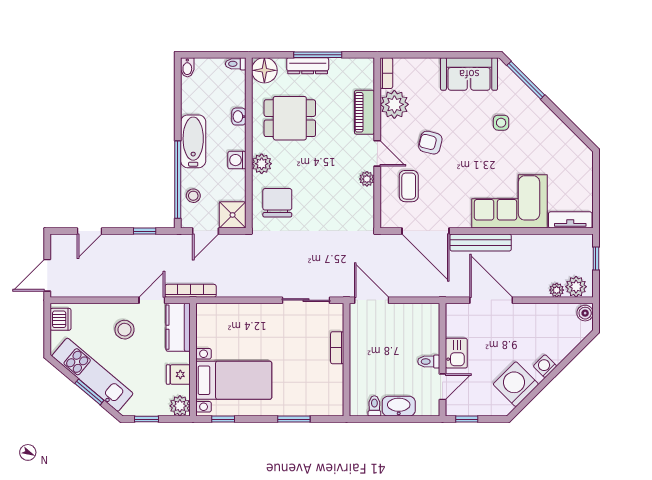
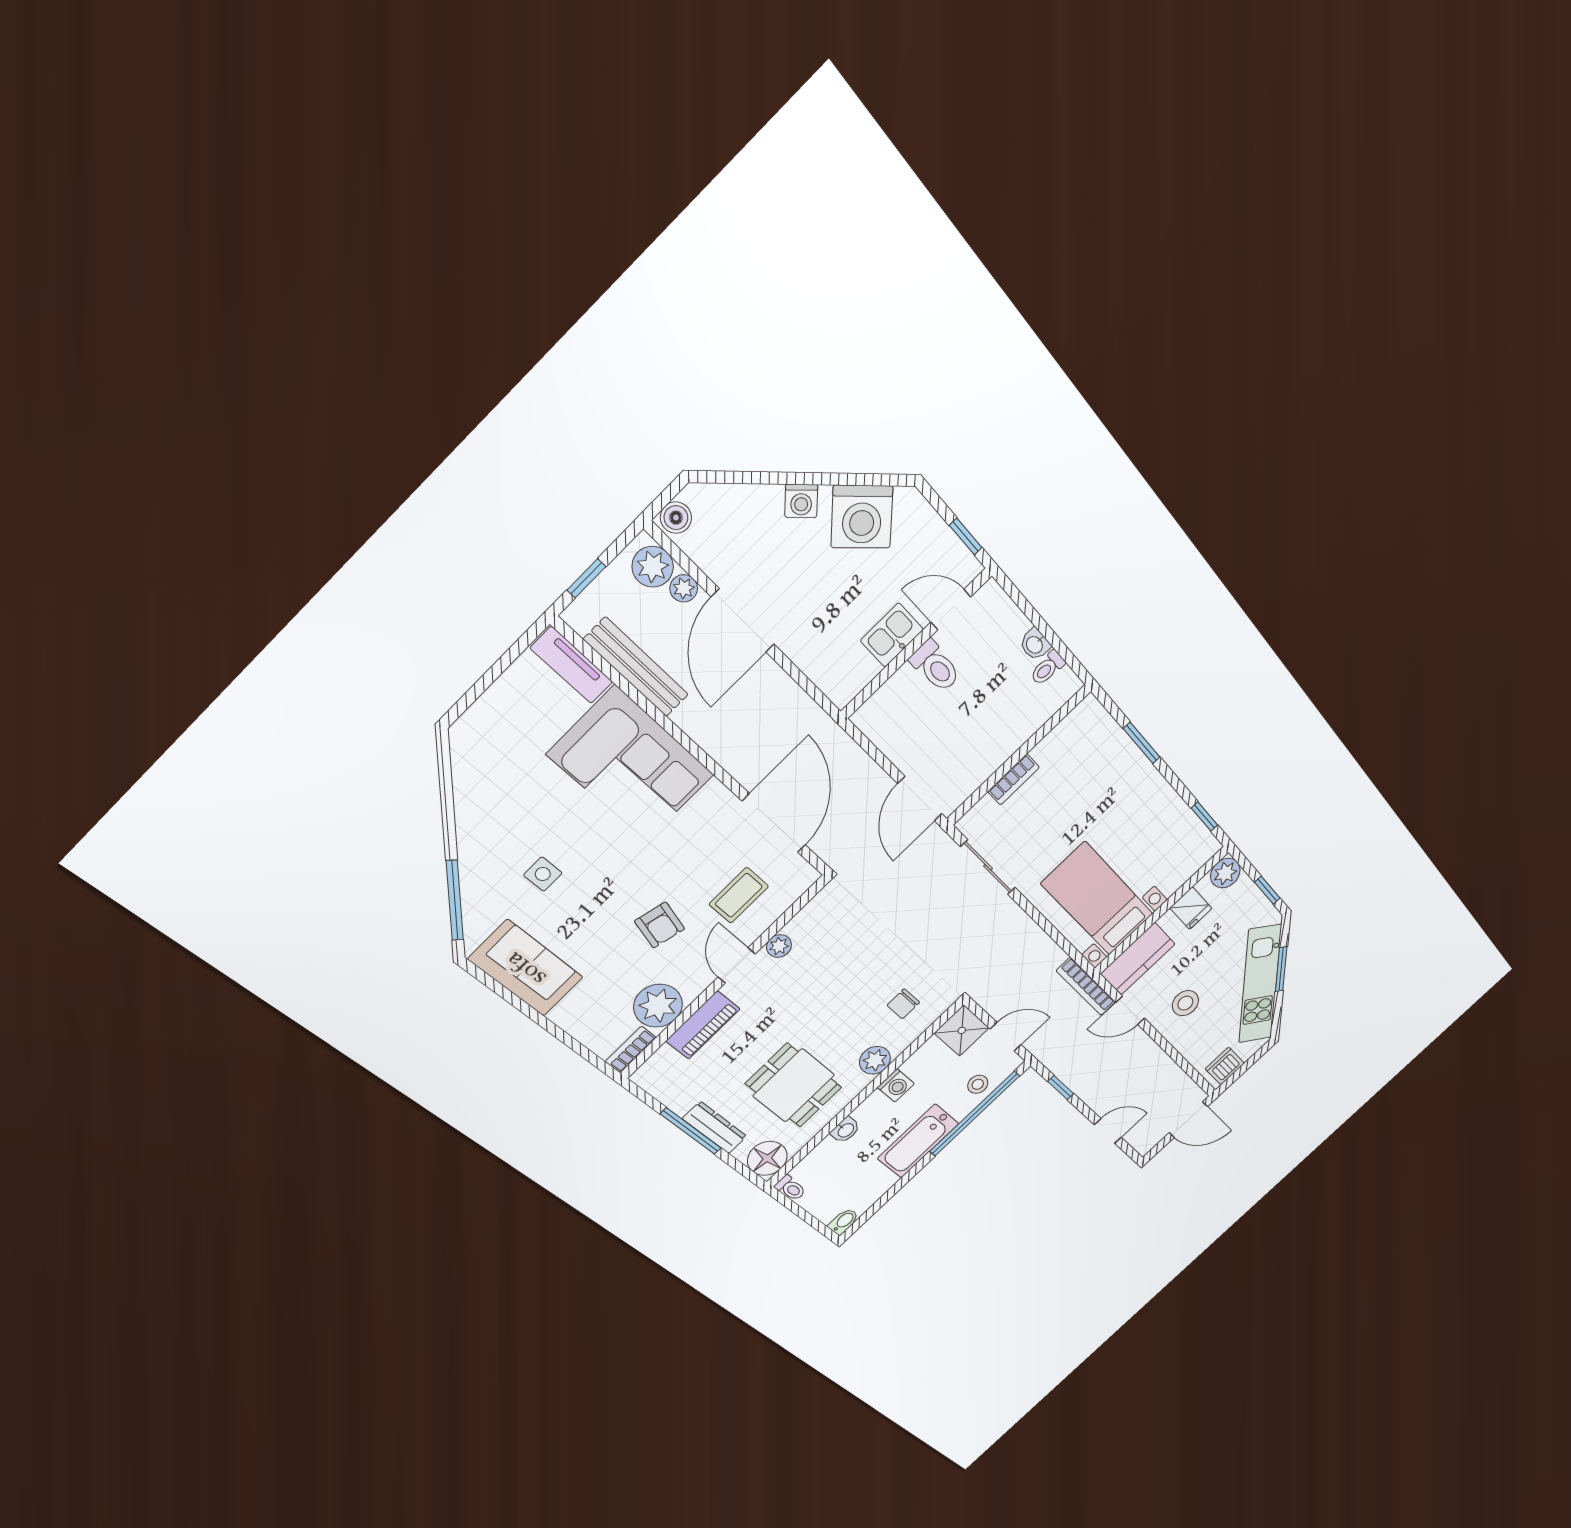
chair: (277, 203) -> (903, 1004), width x0.54, depth x0.54
bench: (481, 243) -> (636, 667), moved
door: (491, 300) -> (743, 621), moved
toilet: (429, 362) -> (935, 666), width x1.37, depth x1.39
bed with nightstands: (234, 380) -> (1097, 899), moved
washbasin: (399, 406) -> (1035, 644), width x0.52, depth x0.69

